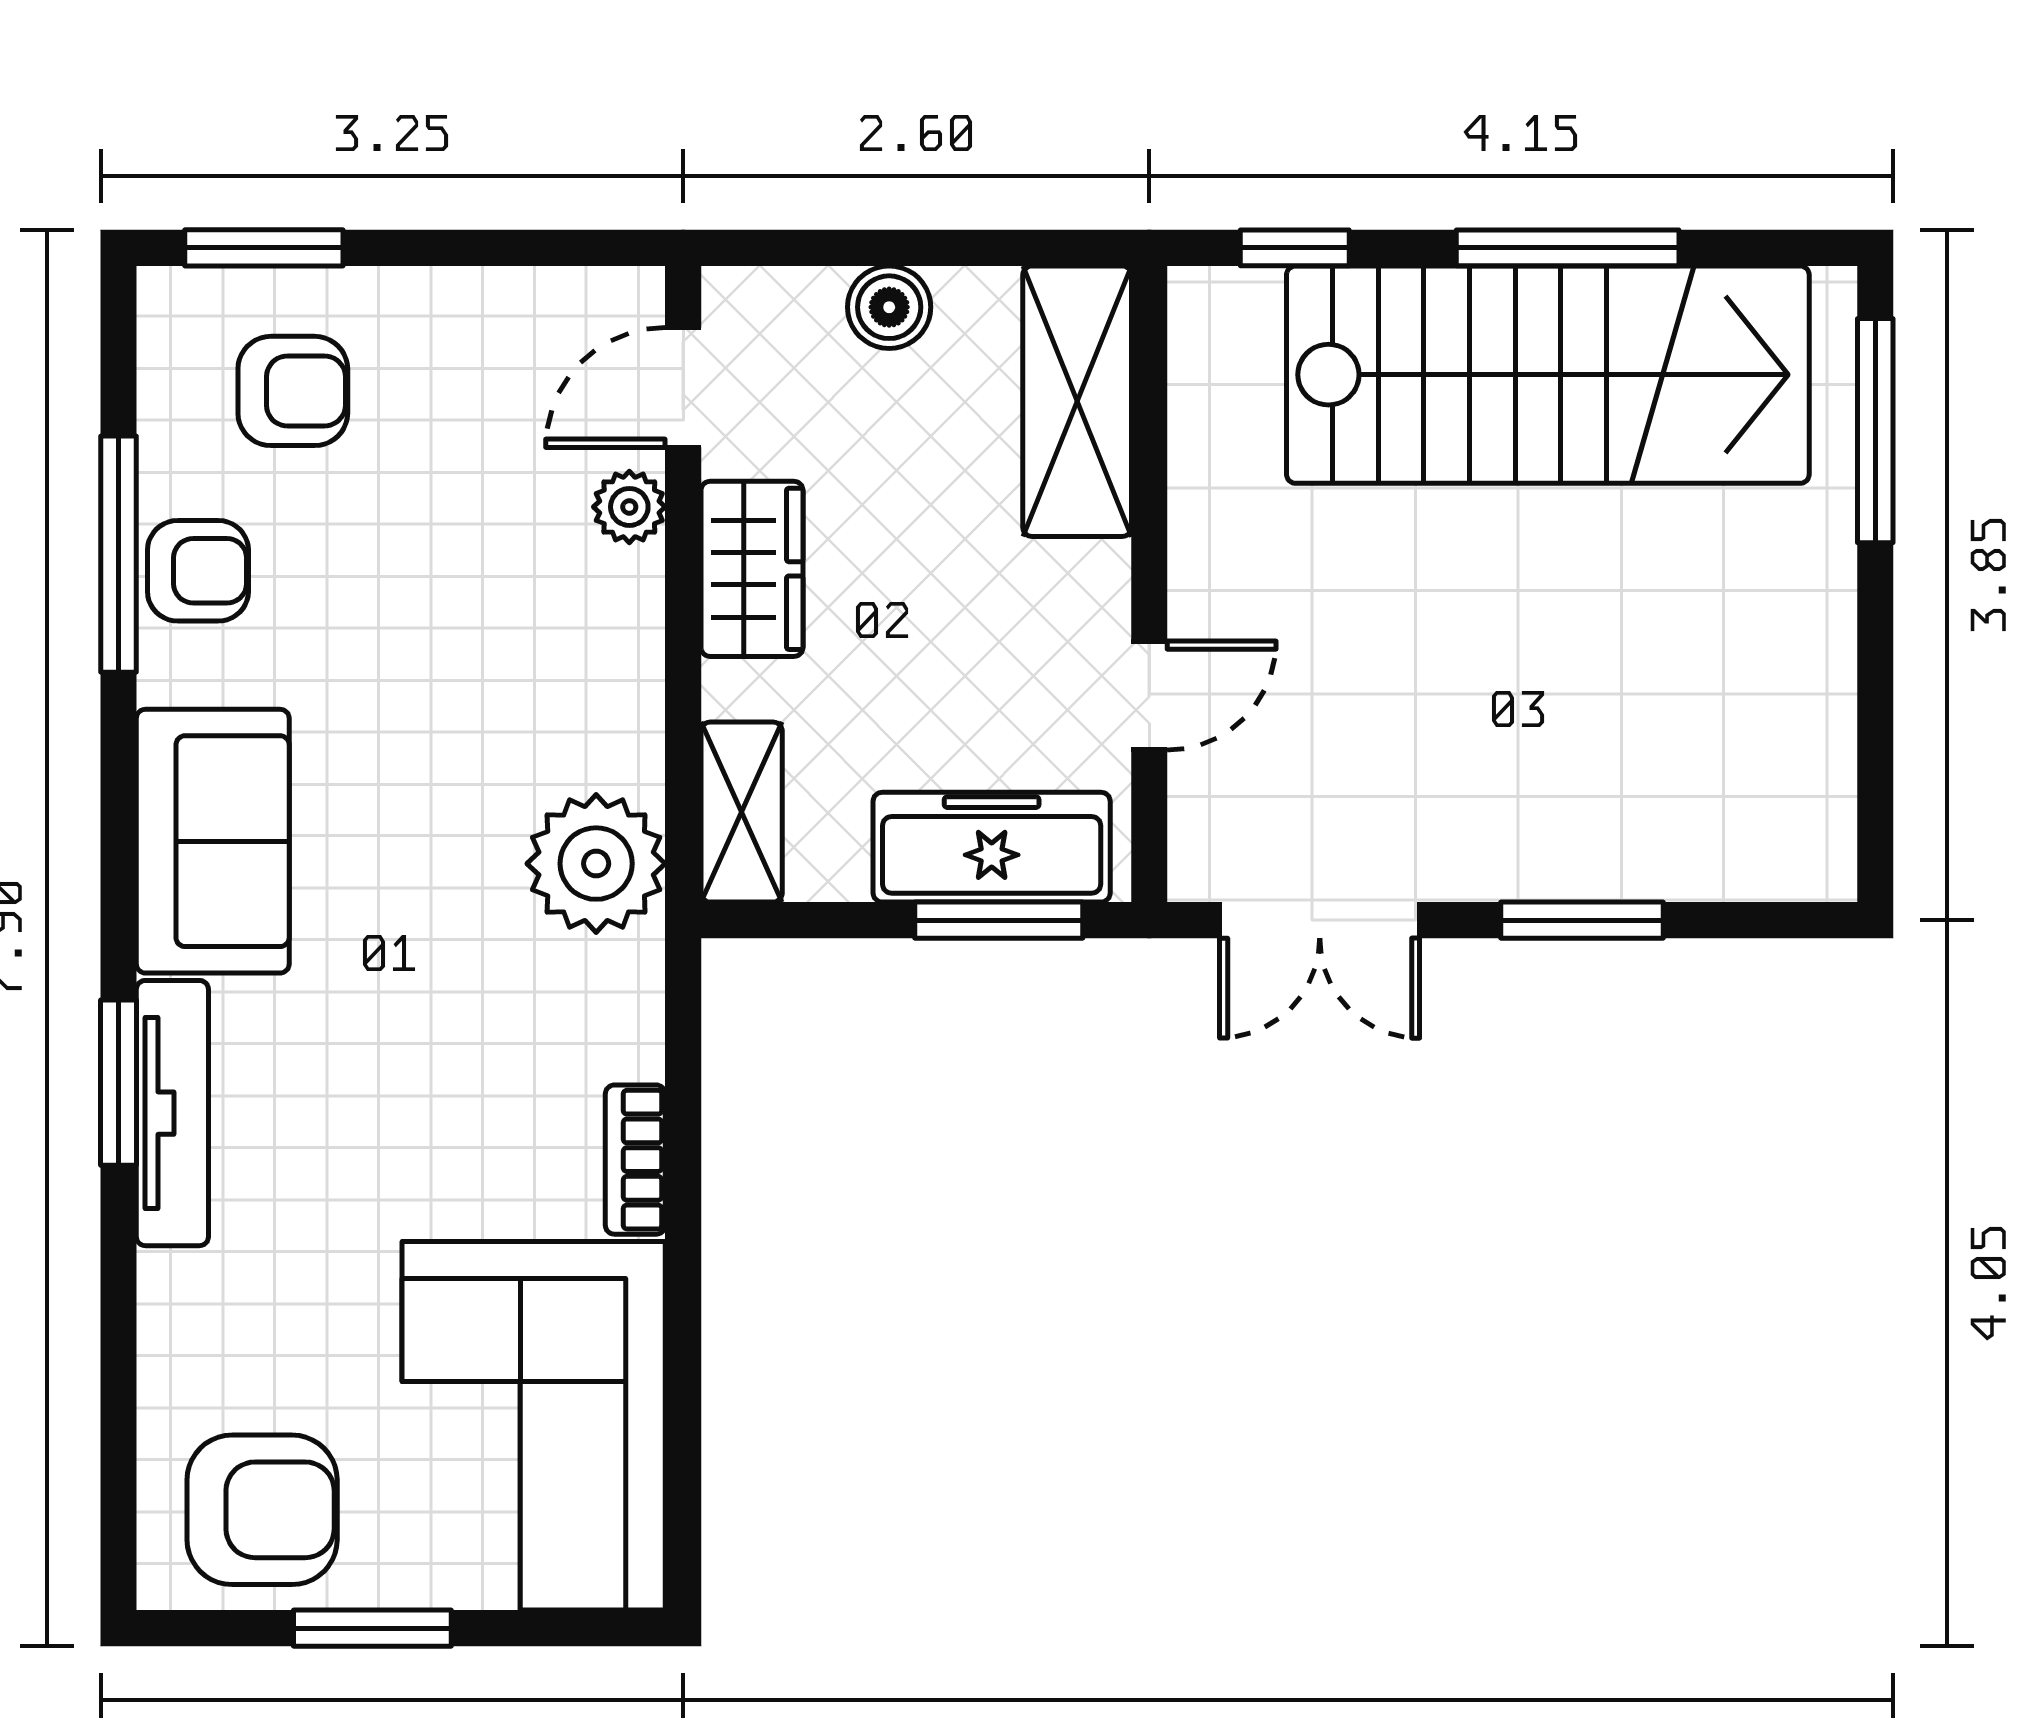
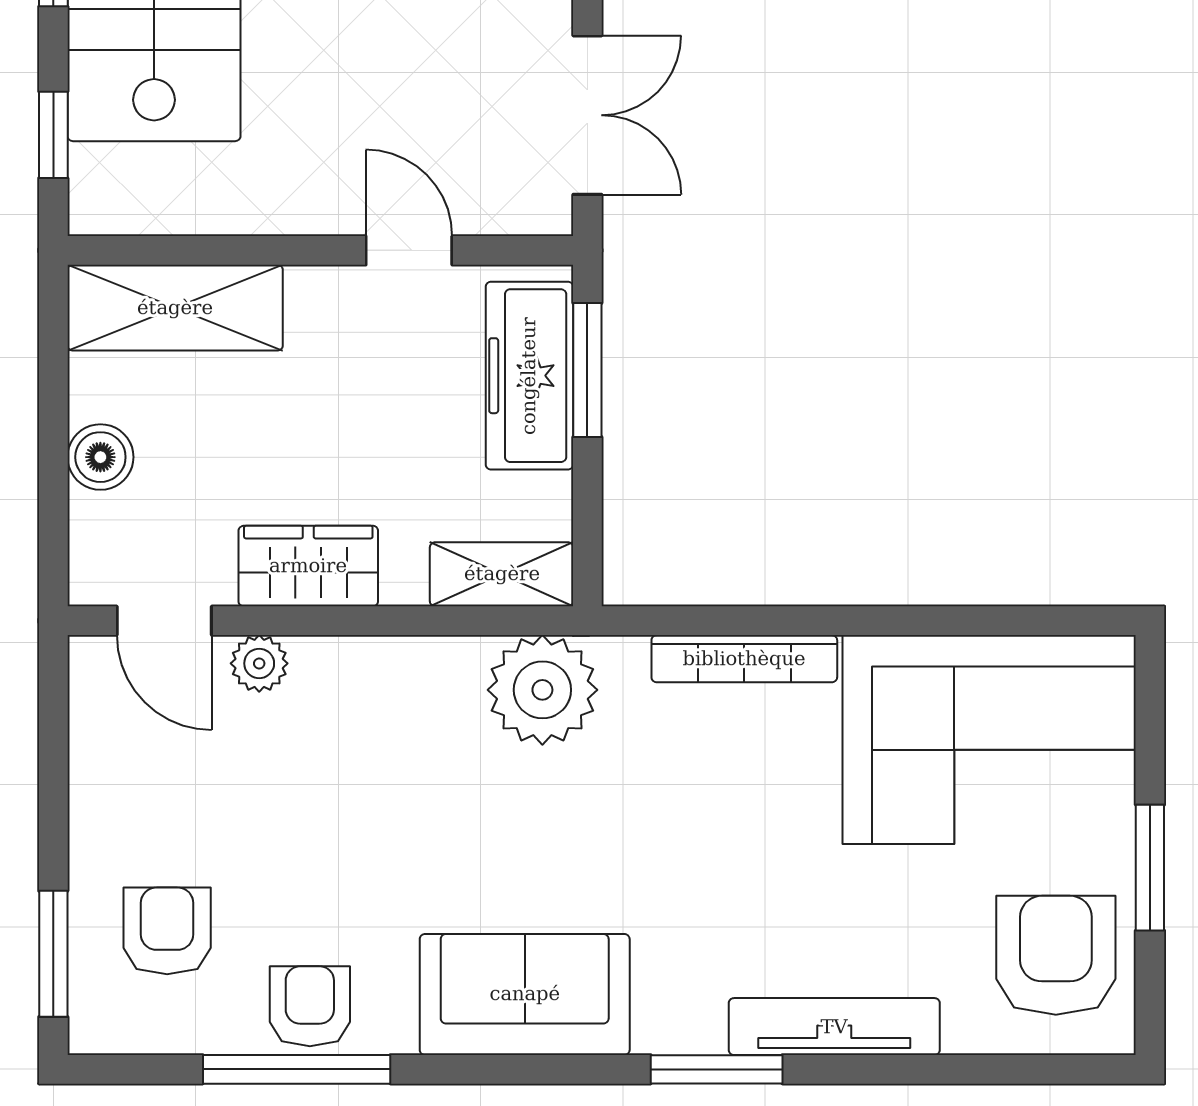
tv unit: (172, 1113) -> (834, 1027), moved
bookcase: (635, 1160) -> (744, 659), width x1.56

